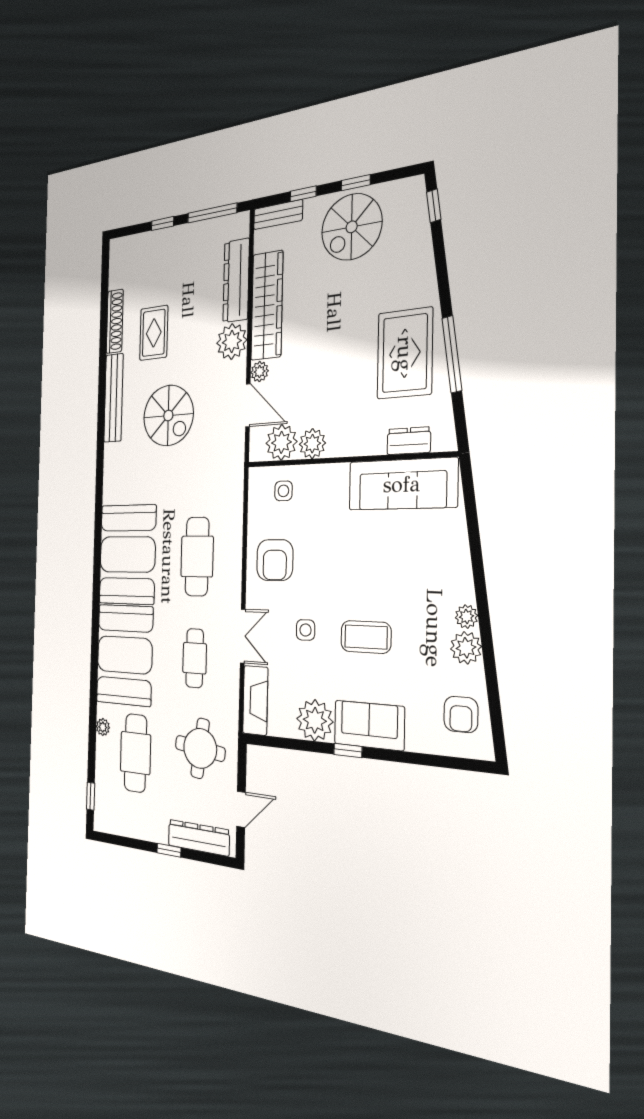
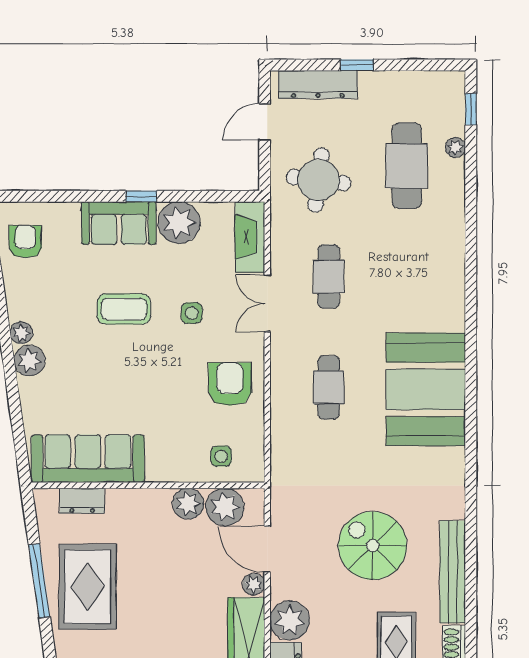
cafe table: (197, 556) -> (329, 387), width x0.73, depth x0.74
plant: (466, 648) -> (29, 361), moved
booth: (125, 655) -> (426, 275), removed
plant: (103, 727) -> (455, 147), moved

